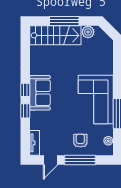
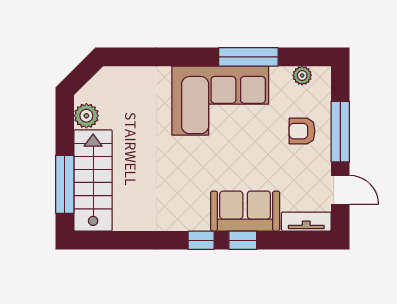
window: (64, 21) -> (65, 184), moved
sofa: (40, 93) -> (245, 211), moved

